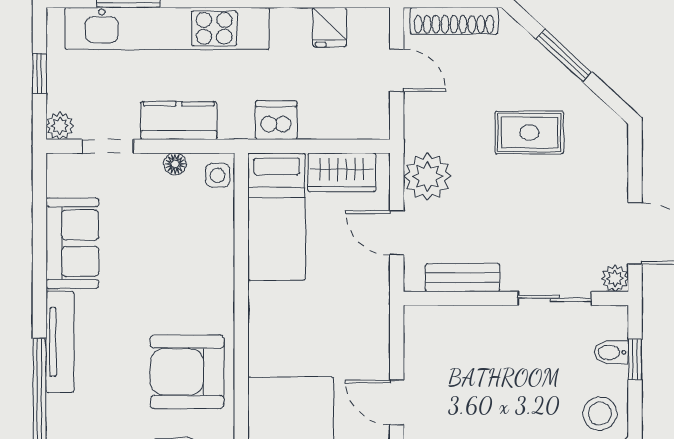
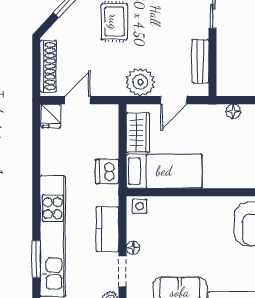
fridge: (330, 27) -> (51, 116), moved, turned 90
floor lamp: (175, 164) -> (133, 248), moved
floor lamp: (378, 333) -> (233, 111), added

